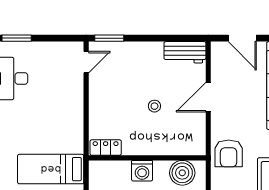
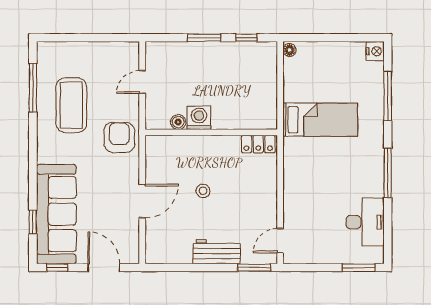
workbench: (185, 52) -> (217, 252), moved
washing machine: (142, 171) -> (199, 118), moved
boiler: (182, 173) -> (178, 122), width x0.54, depth x0.54

